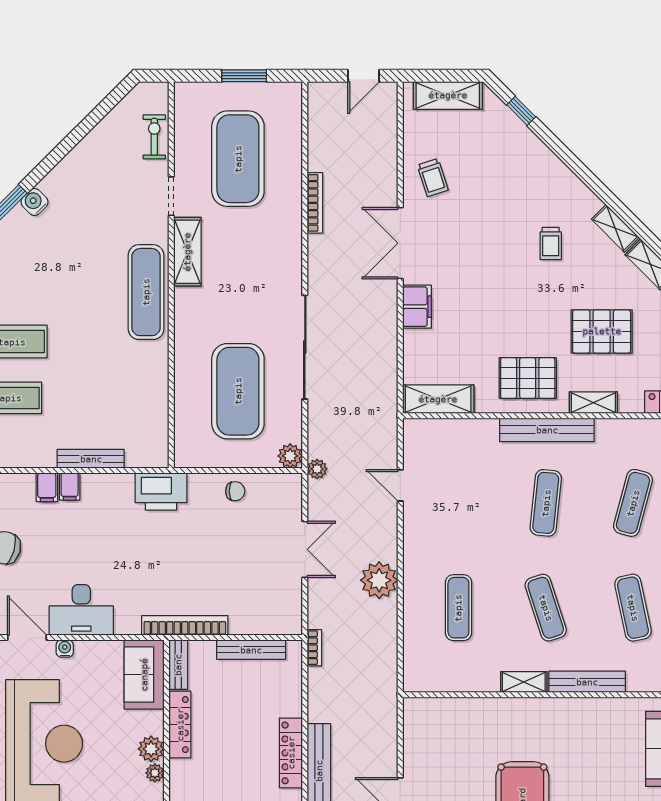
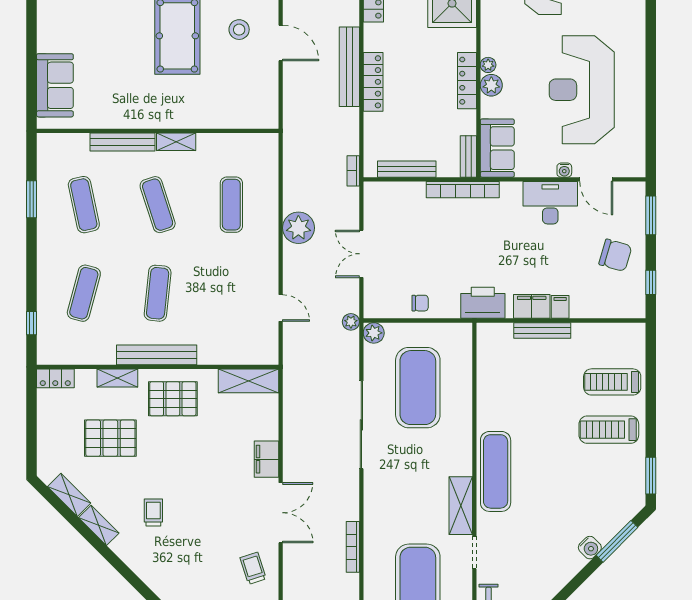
filing cabinet: (47, 487) -> (532, 306), moved, width x2.00
chair: (235, 491) -> (420, 303), turned 180
locker: (180, 725) -> (467, 81), moved

